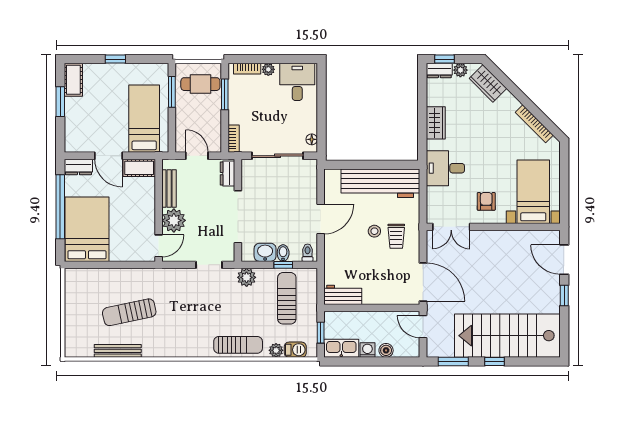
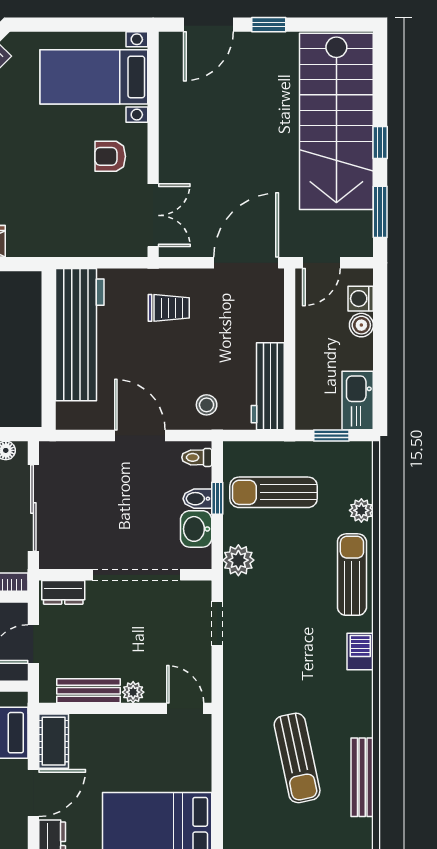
desk: (445, 168) -> (54, 225), removed
plant: (174, 220) -> (133, 692), width x0.53, depth x0.53
stool: (374, 231) -> (207, 405), moved
workbench: (343, 295) -> (268, 386), width x1.38
barbecue: (295, 350) -> (360, 651), moved
washing machine: (367, 350) -> (361, 299), moved

